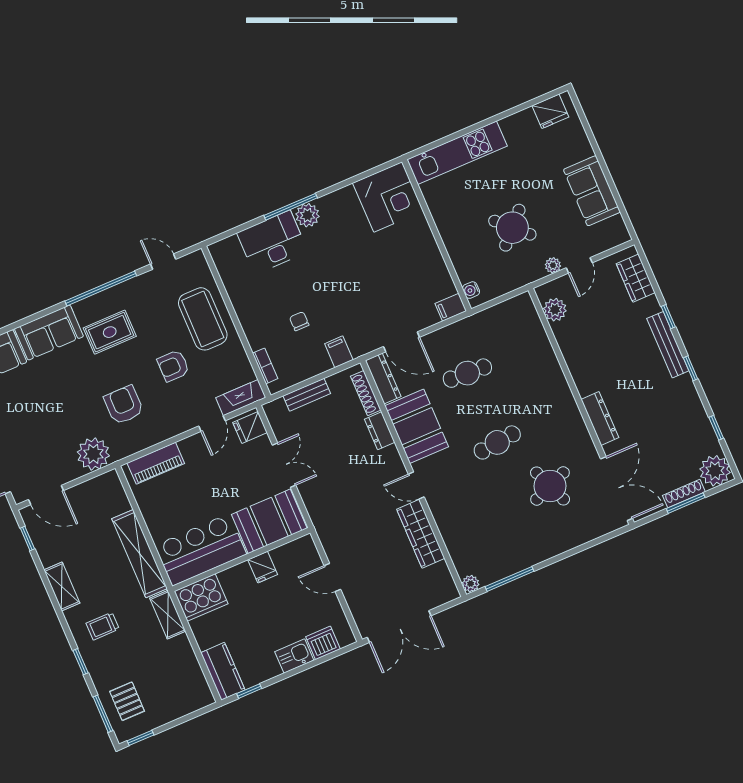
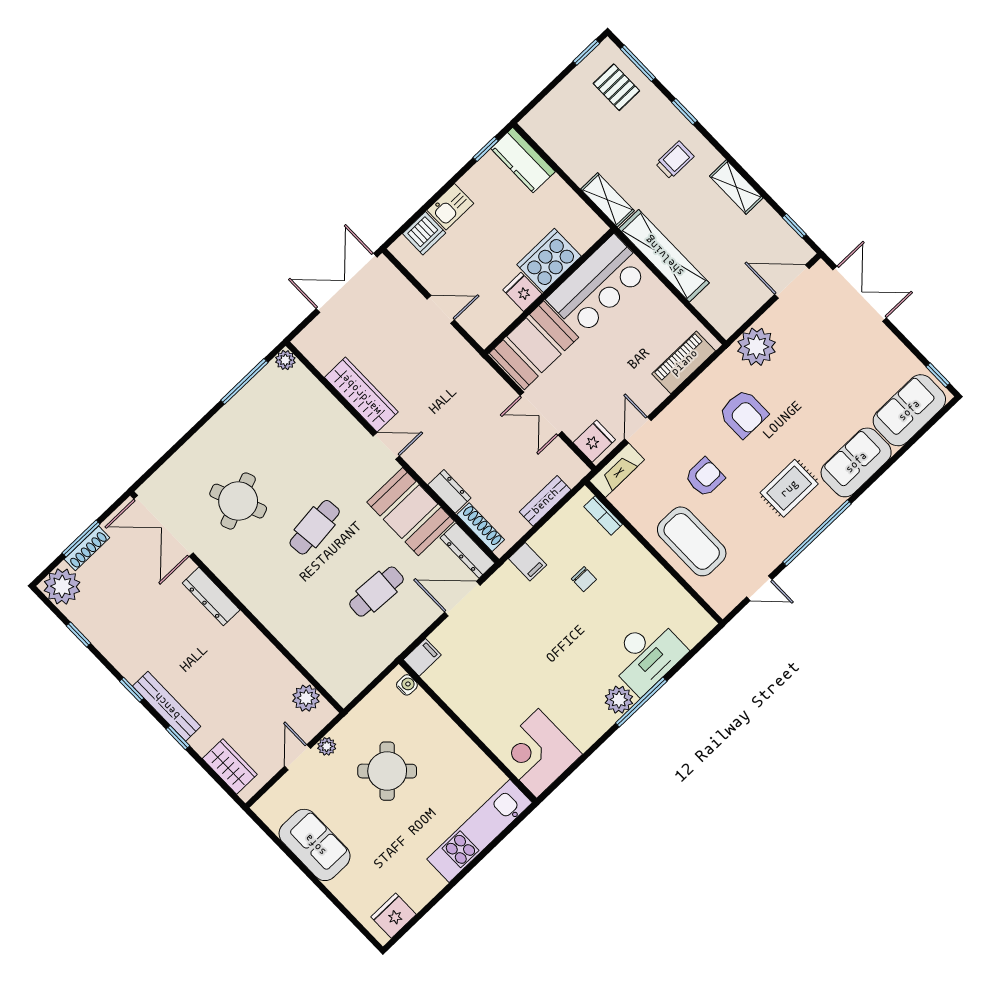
cooker: (201, 597) -> (549, 260), moved

